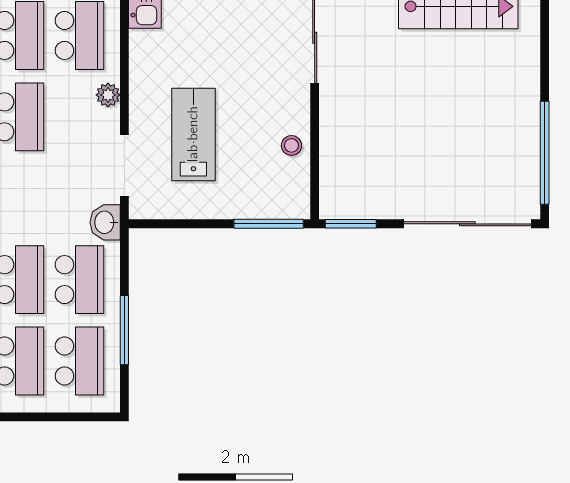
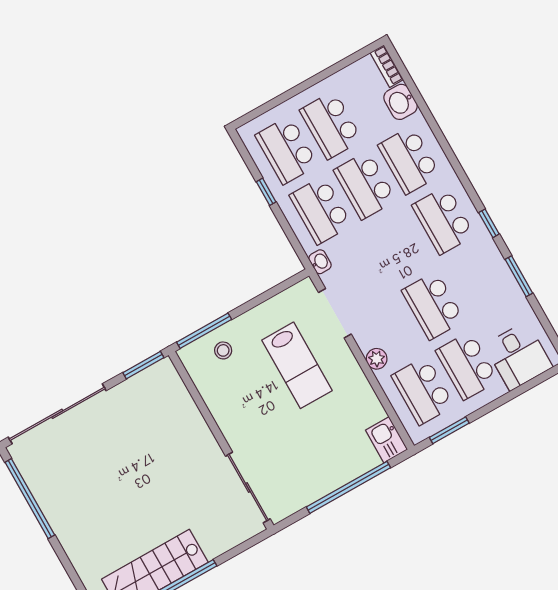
stool: (291, 145) -> (223, 350), moved
washbasin: (105, 222) -> (320, 262), width x0.72, depth x0.69
window: (124, 330) -> (266, 192), width x0.46

